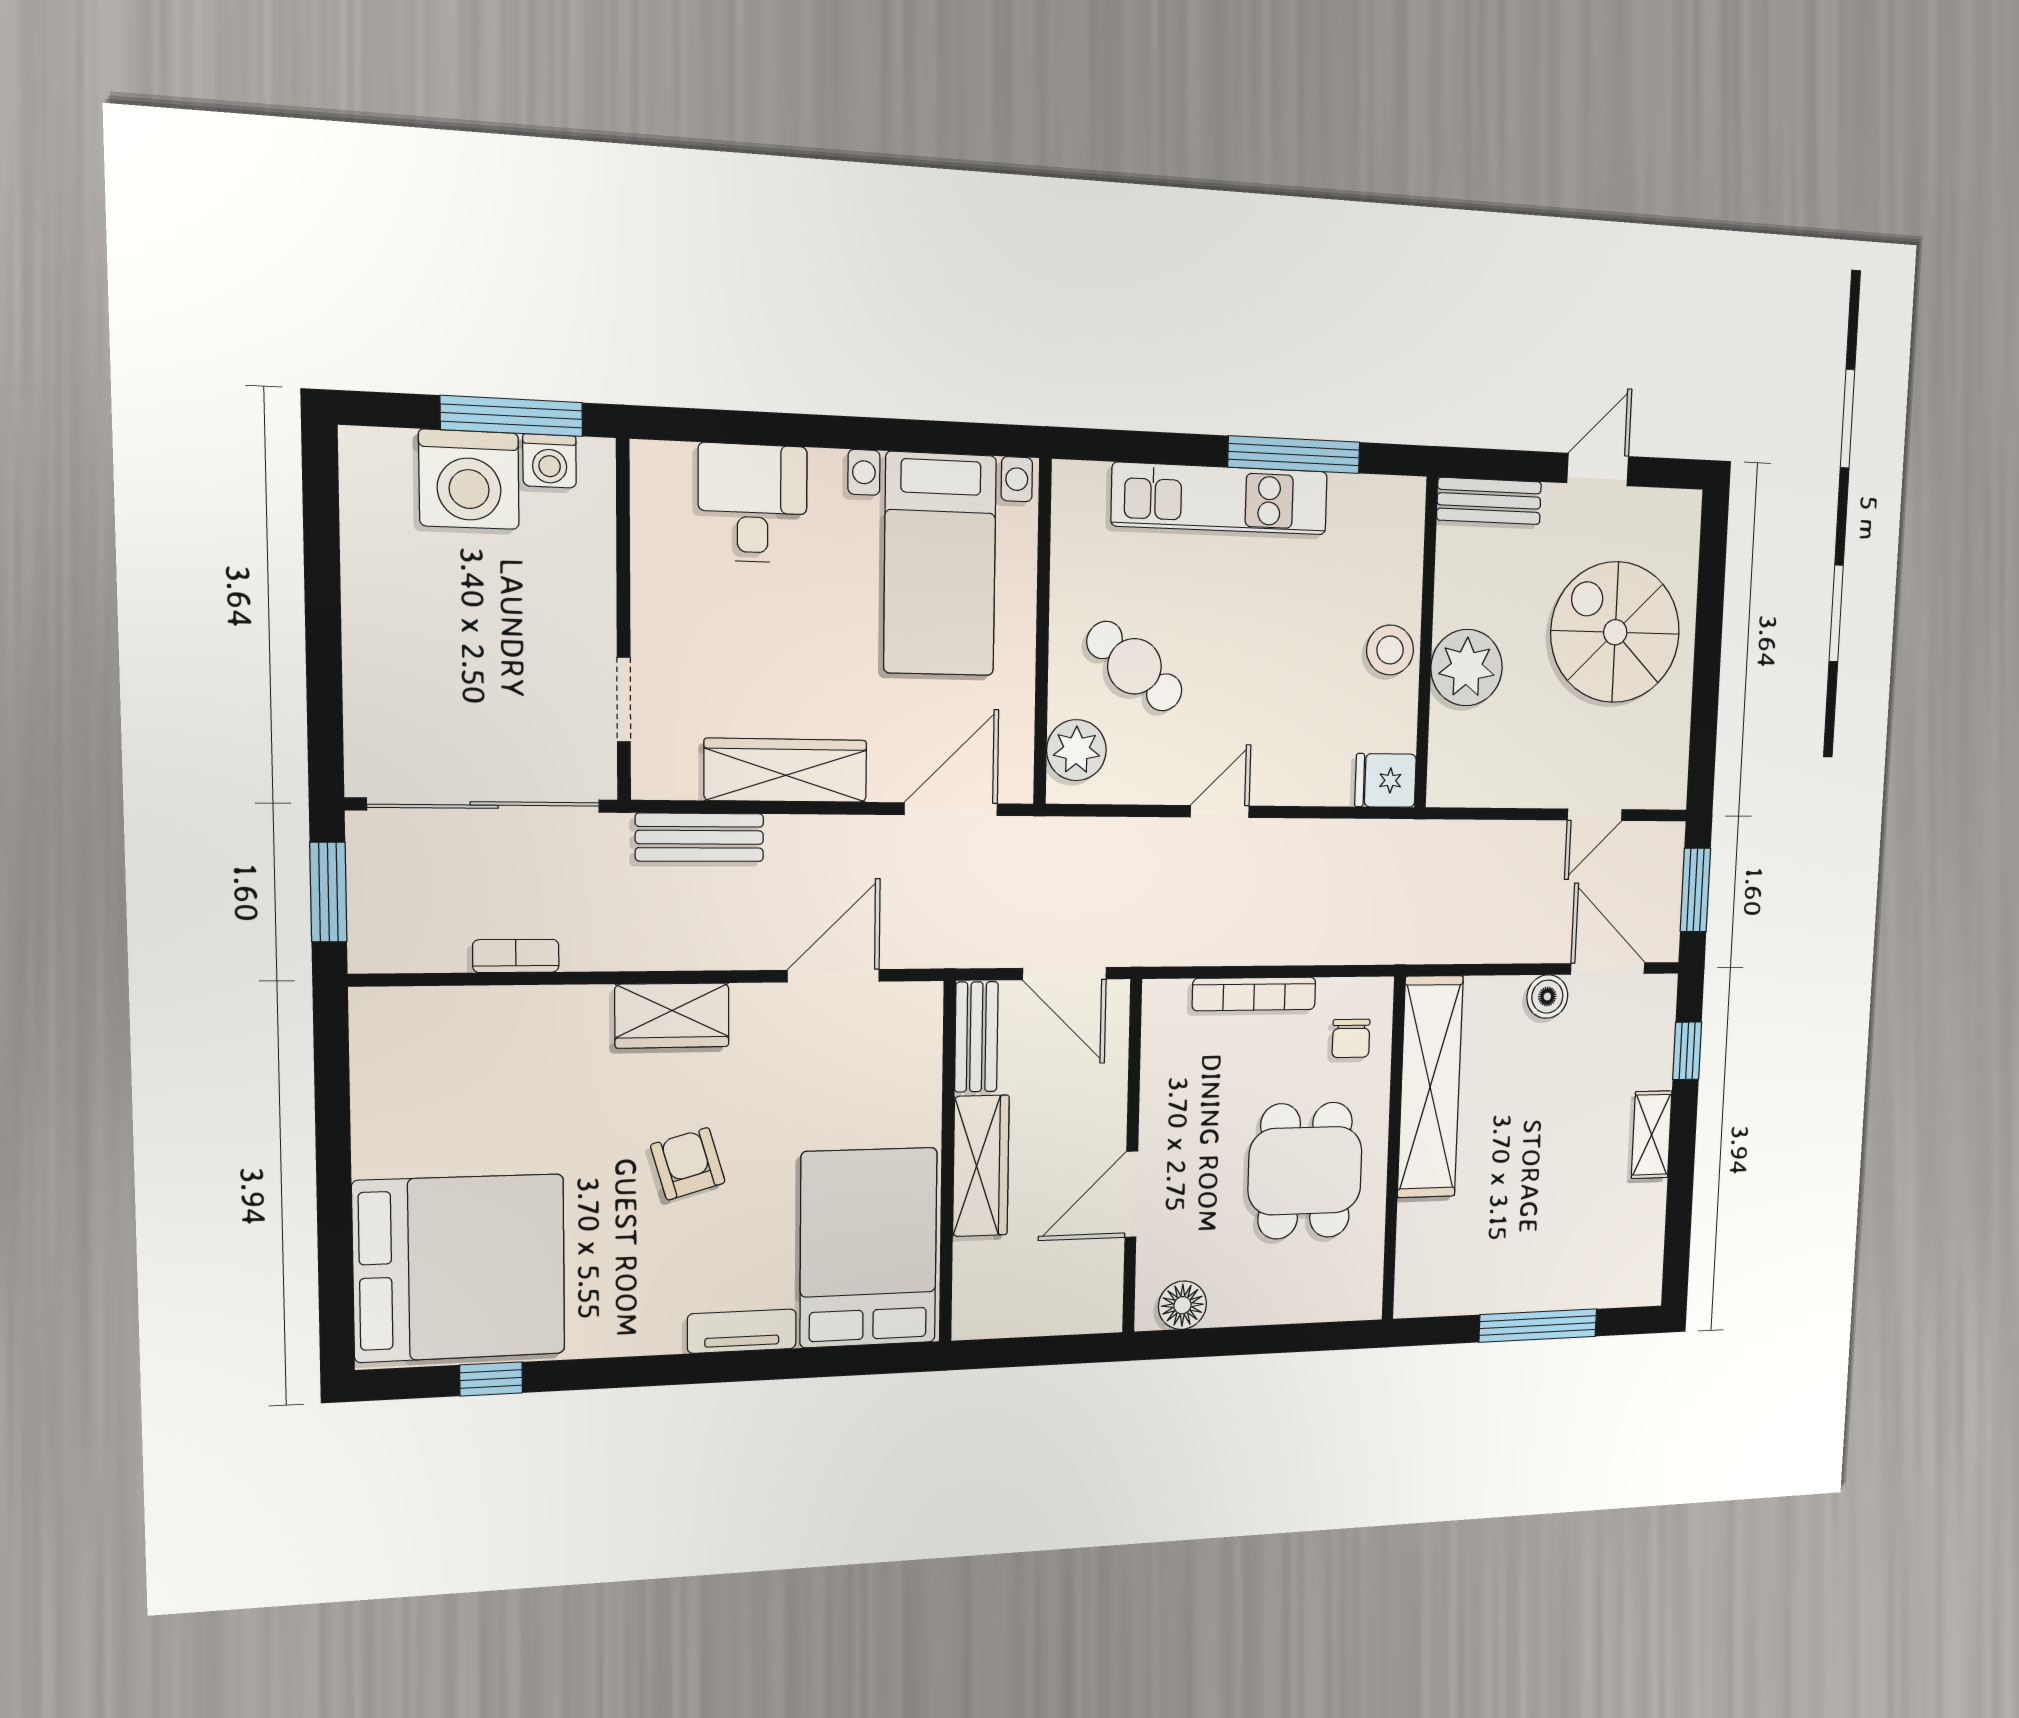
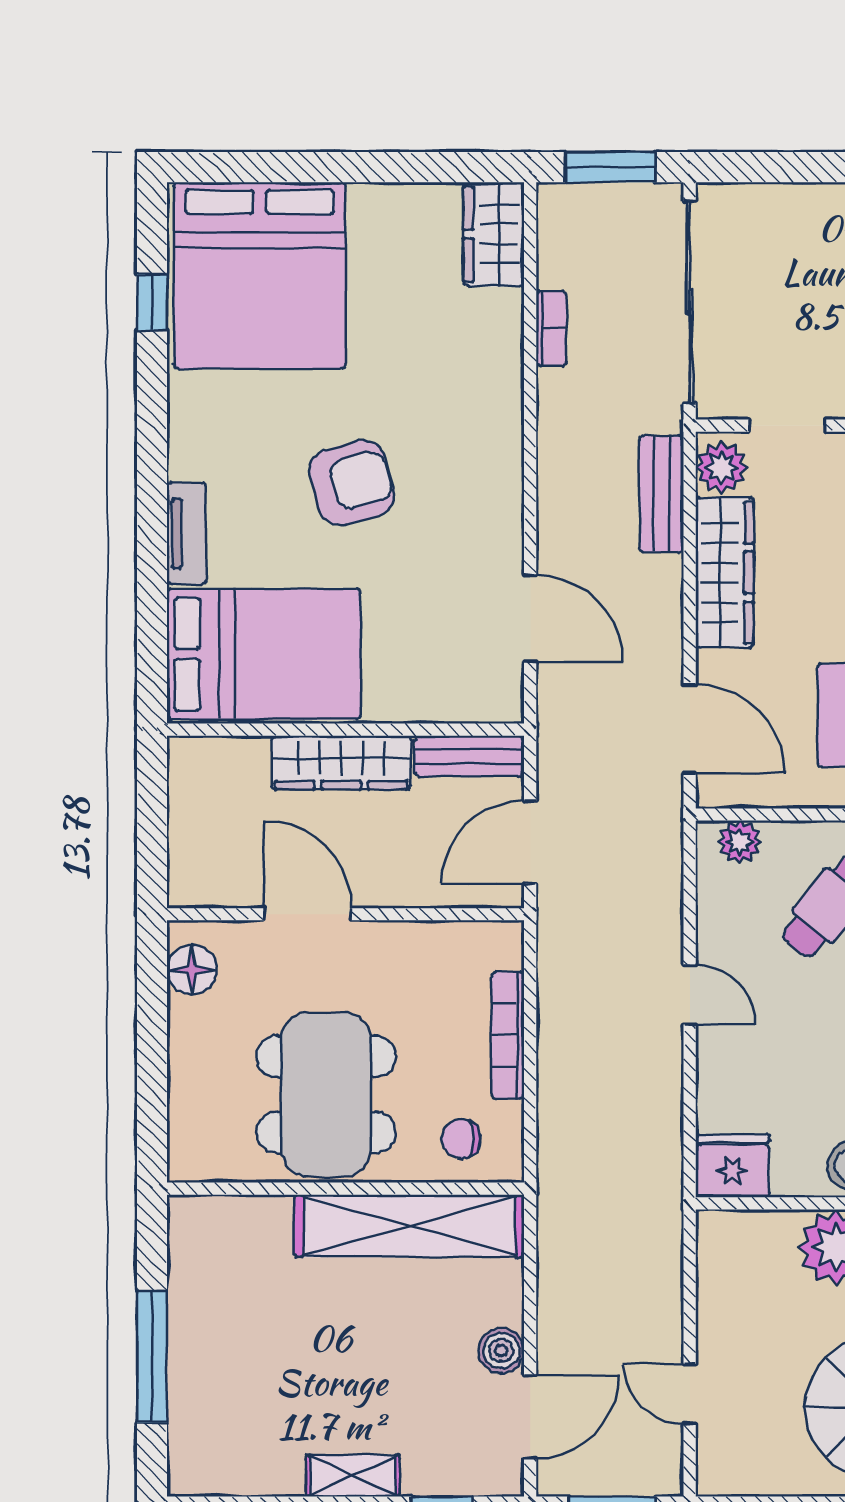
plant: (1076, 750) -> (740, 842), width x0.73, depth x0.73
plant: (671, 772) -> (722, 468), added
fridge: (1386, 780) -> (732, 1166), width x1.38
wardrobe: (672, 1016) -> (494, 234), moved
armchair: (688, 1164) -> (352, 483), width x1.38, depth x1.38
dining table: (1305, 1171) -> (326, 1095), width x1.38

